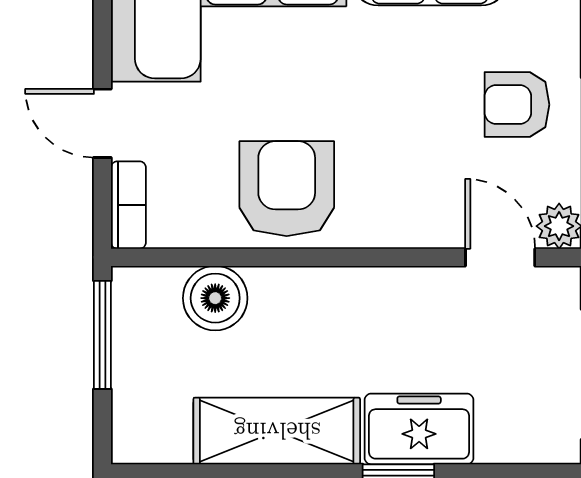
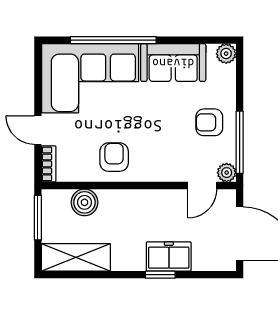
armchair: (287, 189) -> (114, 157), width x0.72, depth x0.72
door: (500, 257) -> (202, 186), swing flipped
shelving: (277, 431) -> (76, 257), moved

